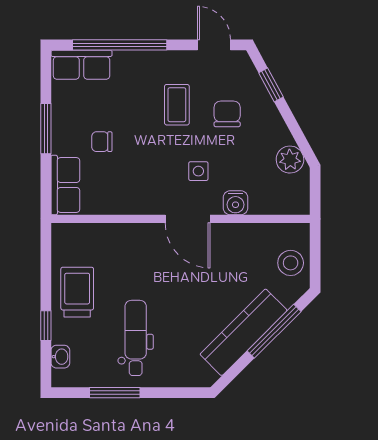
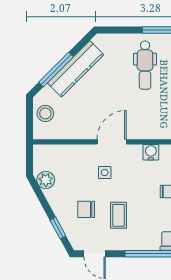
chair: (227, 114) -> (86, 209), turned 90
water cooler: (235, 203) -> (151, 152), moved
door: (188, 219) -> (112, 142), hinge flipped

